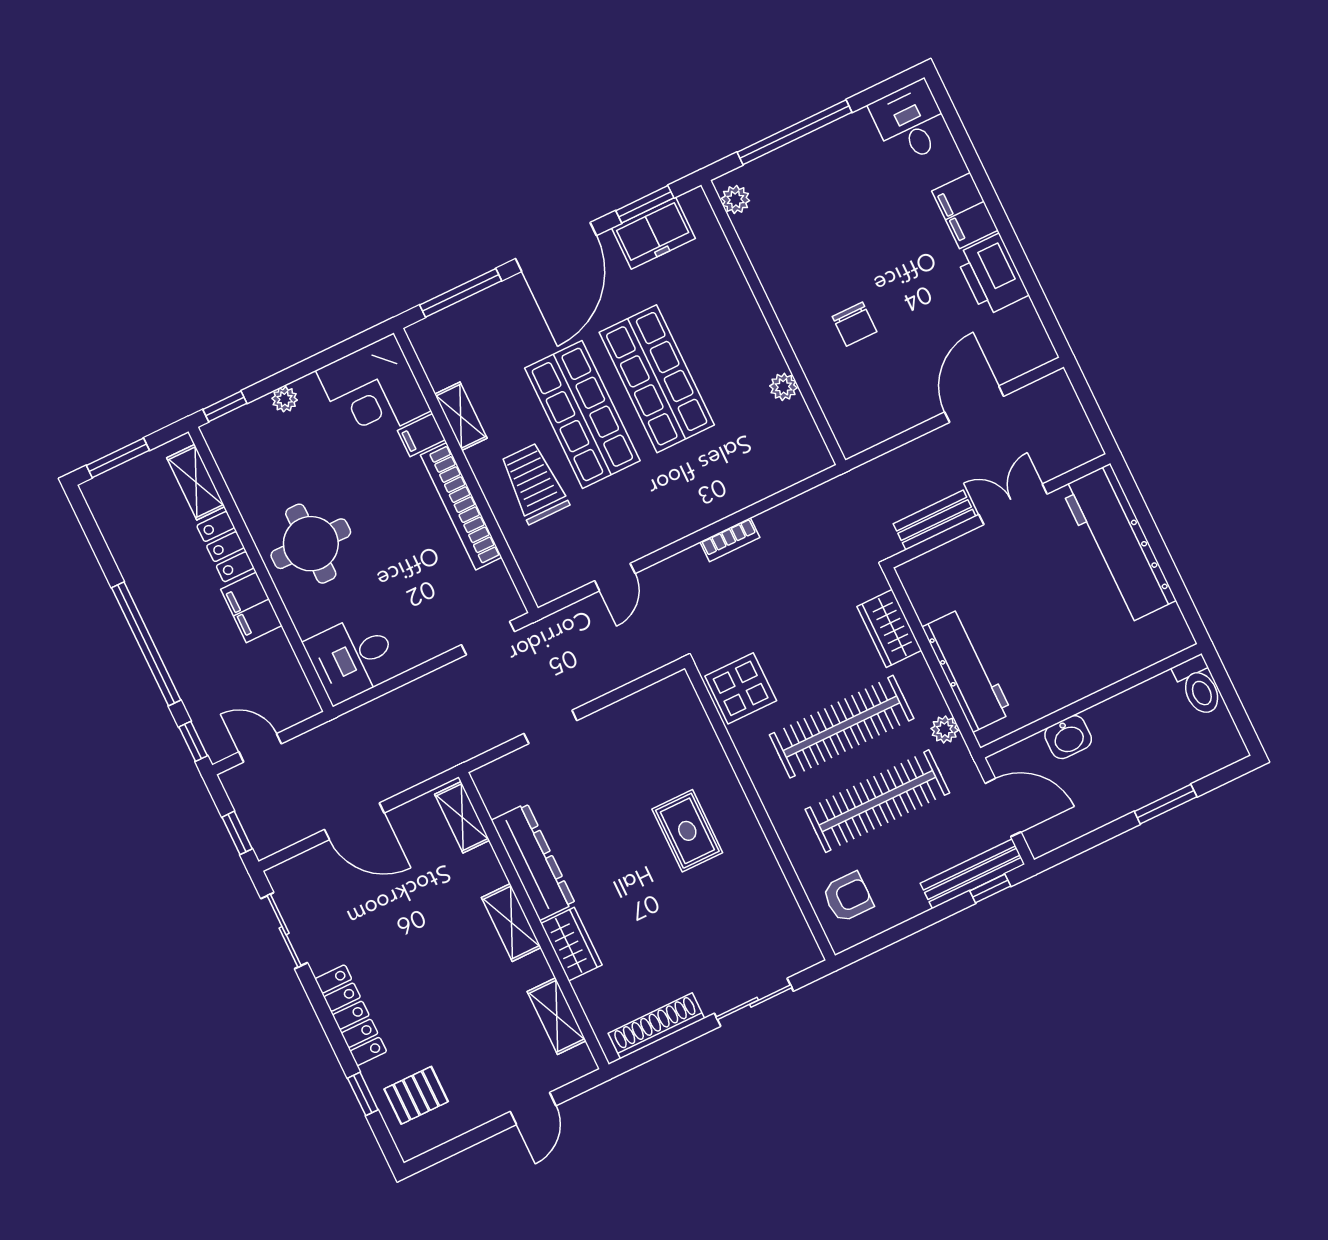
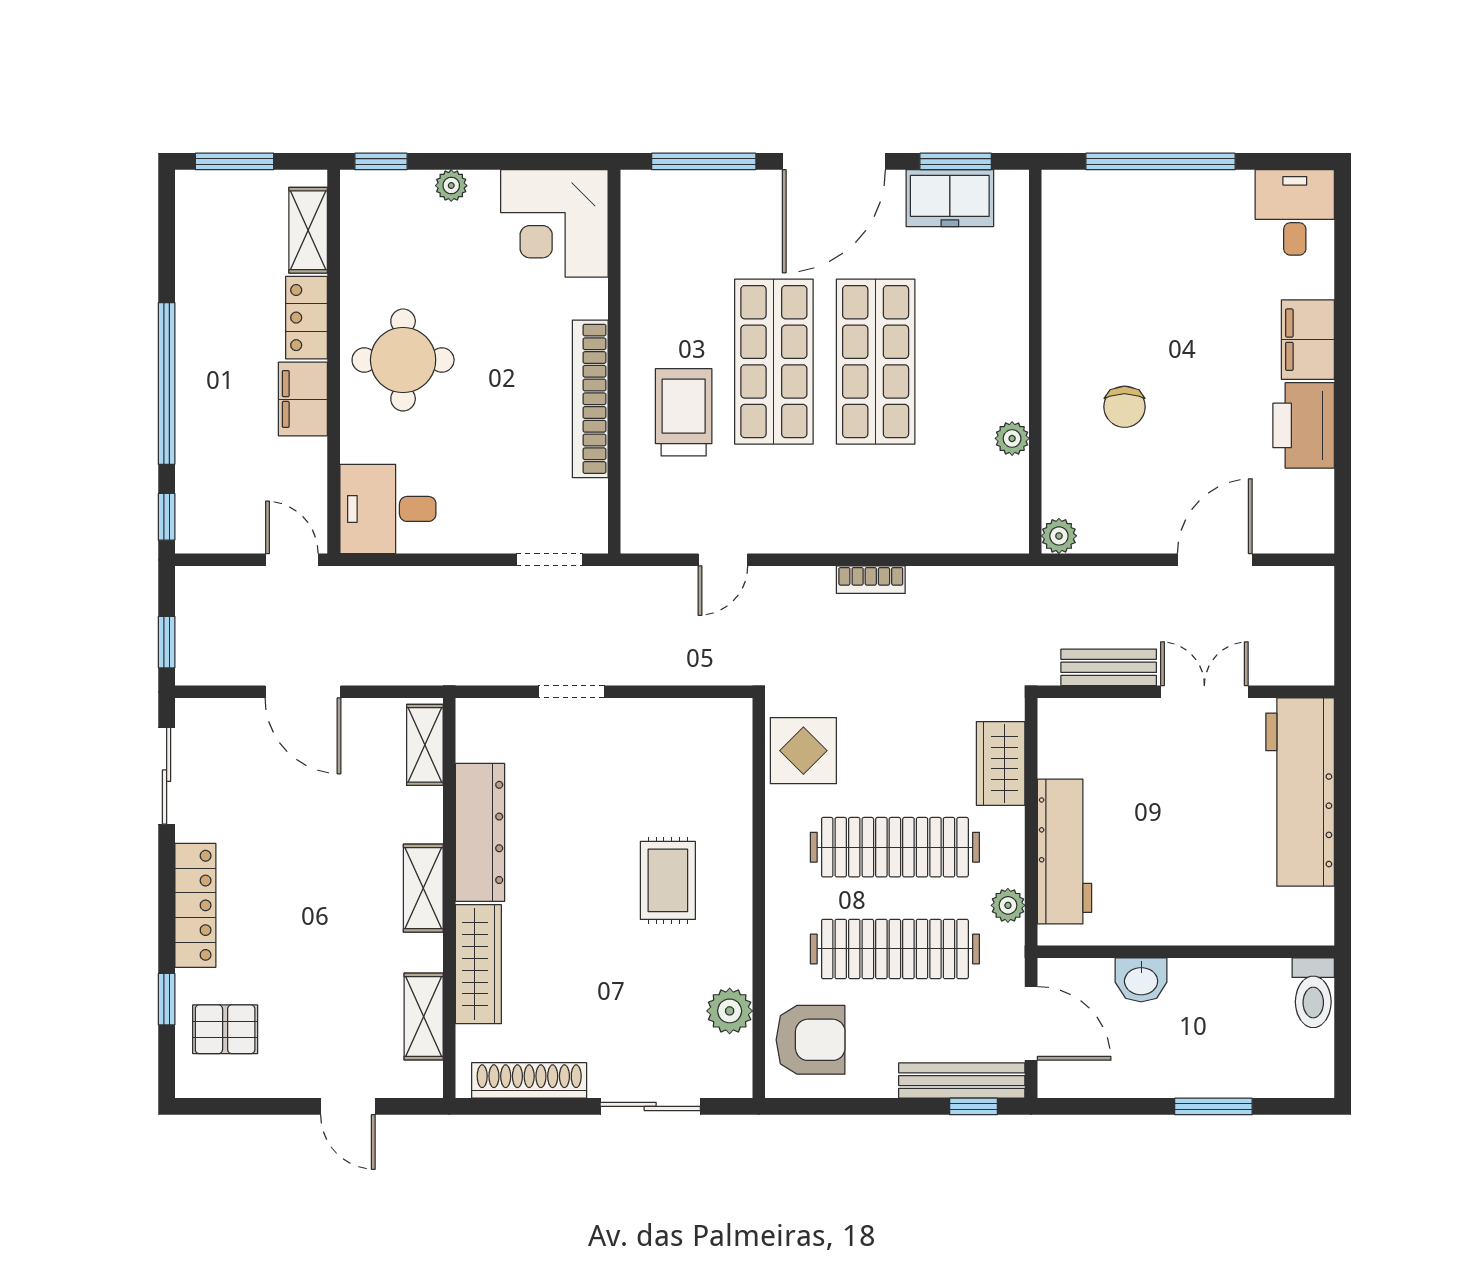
plant: (735, 200) -> (1059, 536), moved
shelving: (461, 416) -> (638, 299), removed
filing cabinet: (421, 435) -> (584, 299), removed
door: (260, 748) -> (292, 560), moved
armchair: (848, 897) -> (811, 1040), width x1.38, depth x1.38
plant: (778, 904) -> (730, 1011), added
wardrobe: (571, 944) -> (478, 964), width x1.50
door: (533, 1109) -> (348, 1106), hinge flipped

